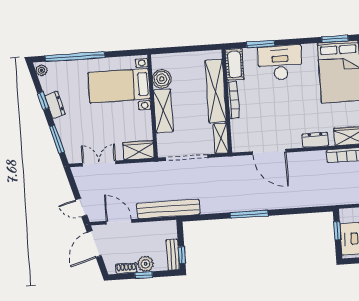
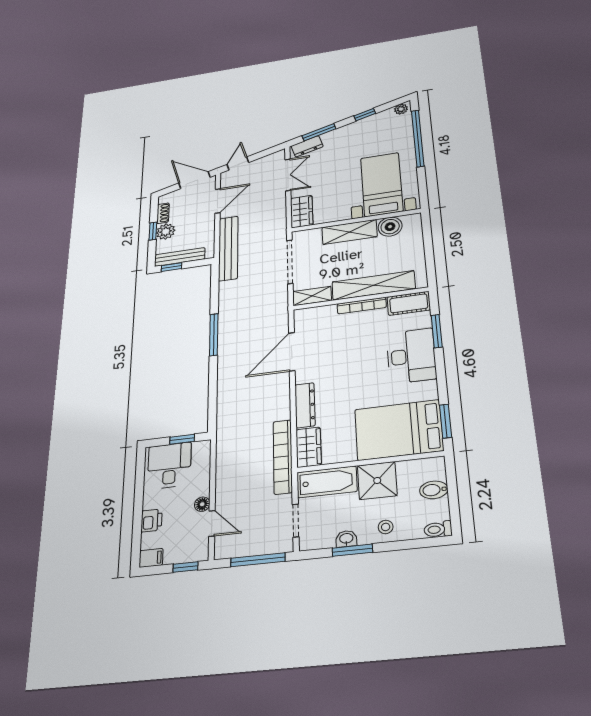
dresser: (55, 105) -> (307, 146), moved
dresser: (315, 140) -> (305, 405), width x1.44
bench: (173, 255) -> (180, 257), width x1.36

